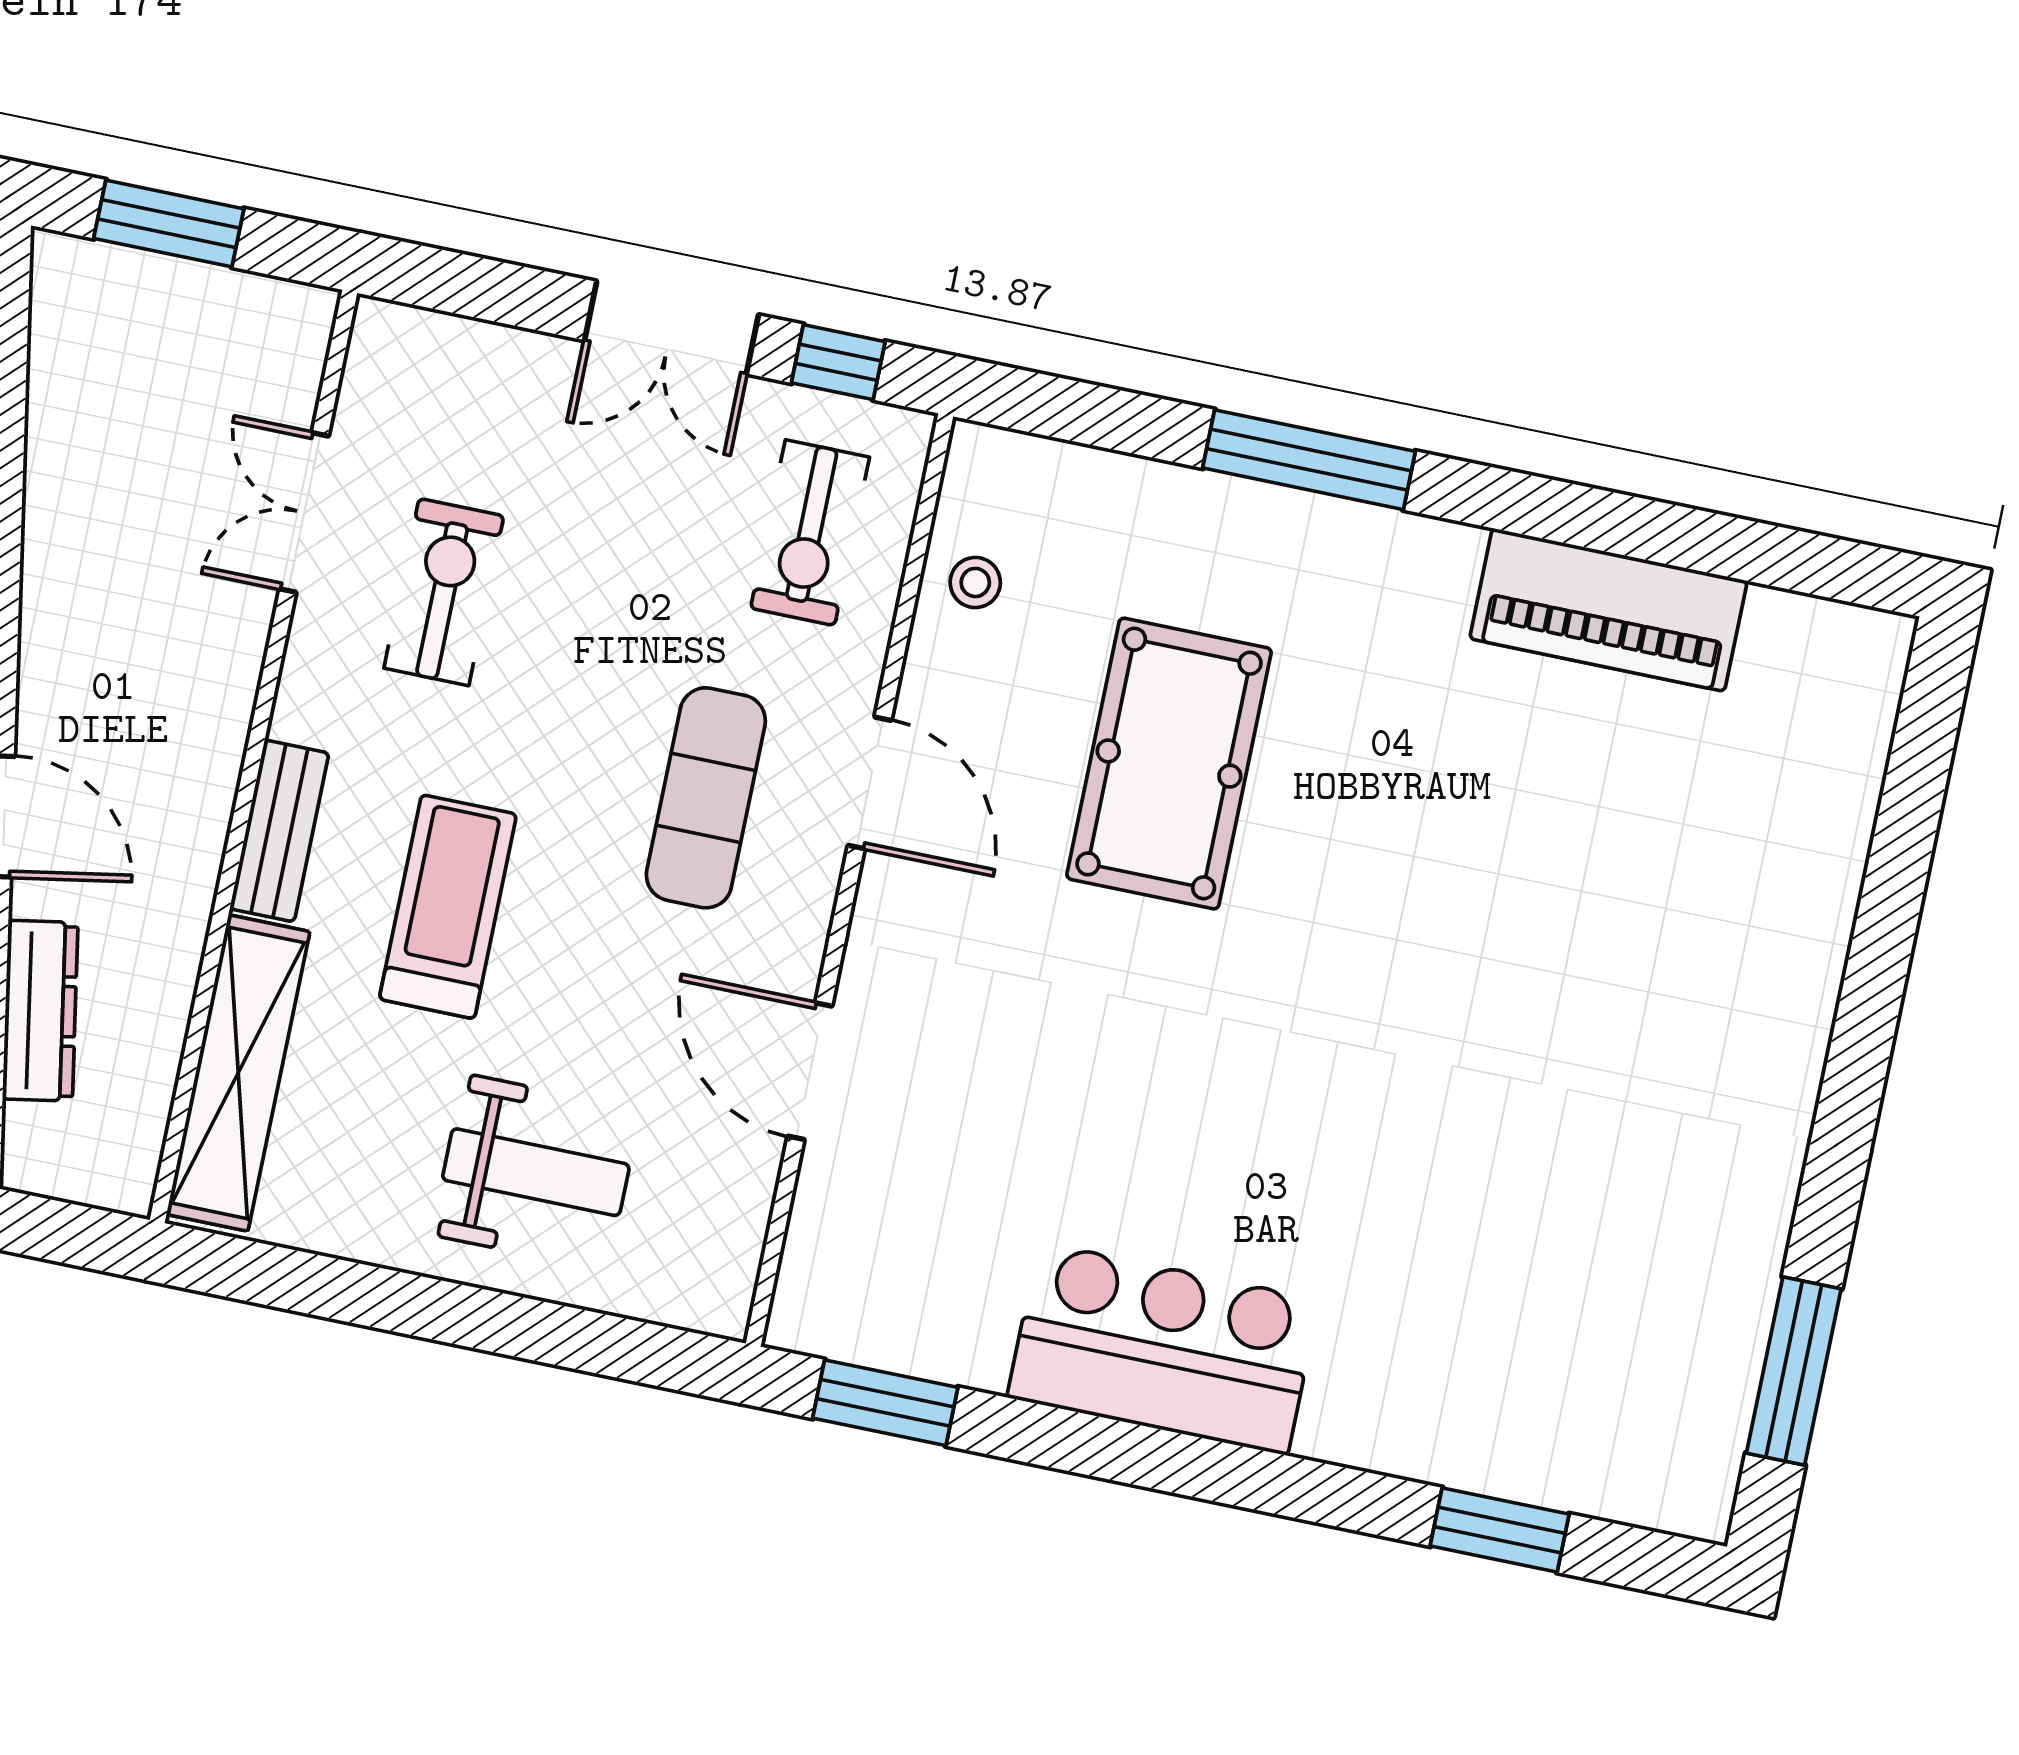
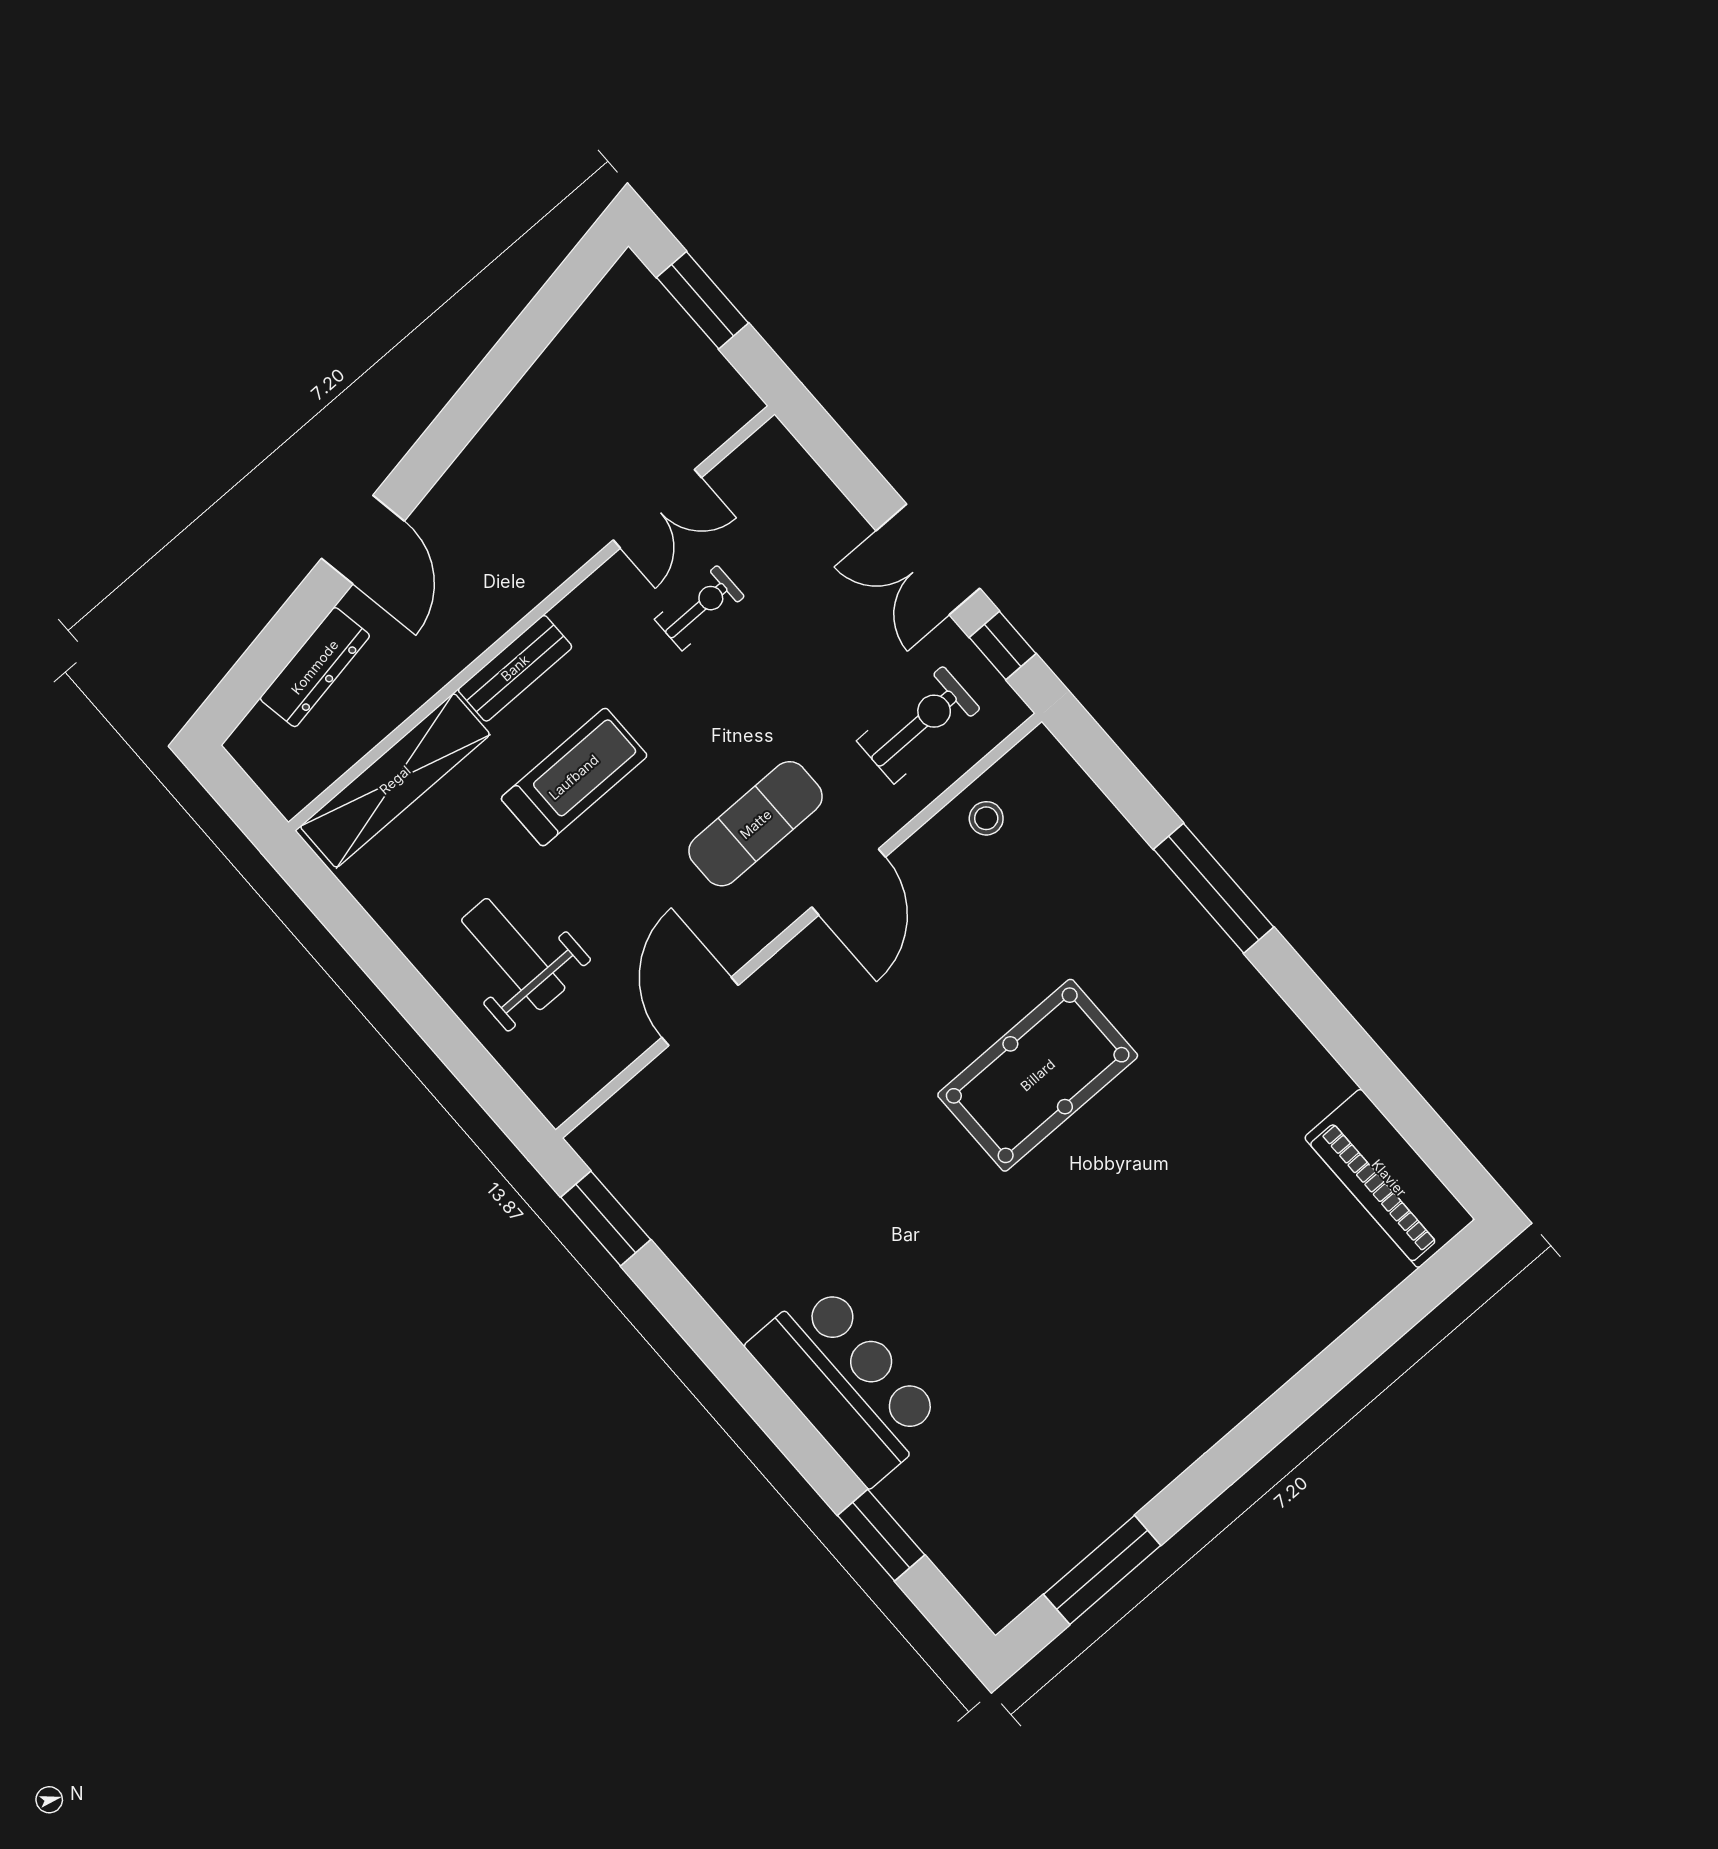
double door: (304, 512) -> (657, 509), swing flipped
exercise bike: (810, 533) -> (918, 725), turned 180
exercise bike: (444, 592) -> (700, 608), width x0.73, depth x0.72
piano: (1608, 610) -> (1389, 1178), moved
pool table: (1169, 764) -> (1038, 1075), moved
weight bench: (536, 1172) -> (513, 954), turned 180
bar counter: (1163, 1349) -> (846, 1383), moved

